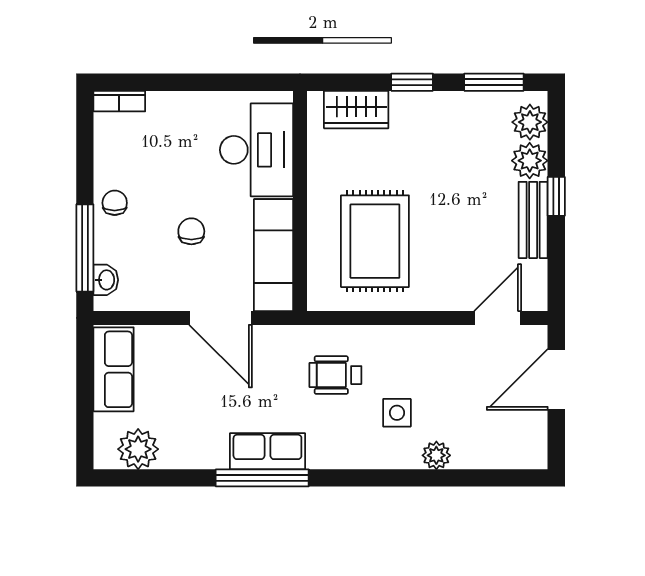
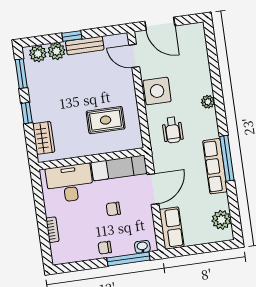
bookcase: (119, 101) -> (52, 230), moved
rug: (375, 241) -> (106, 120), width x0.73, depth x0.70
row of seats: (114, 369) -> (172, 228), moved, turned 90
side table: (397, 413) -> (157, 91), moved, width x1.87, depth x1.87
row of seats: (267, 451) -> (215, 166), width x1.48
plant: (436, 455) -> (208, 102), moved

